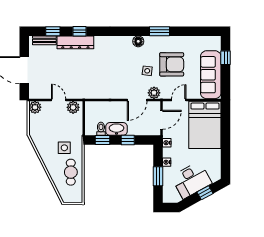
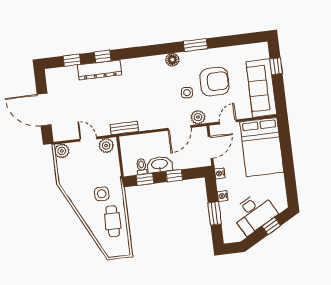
bench: (44, 40) -> (124, 128), moved

